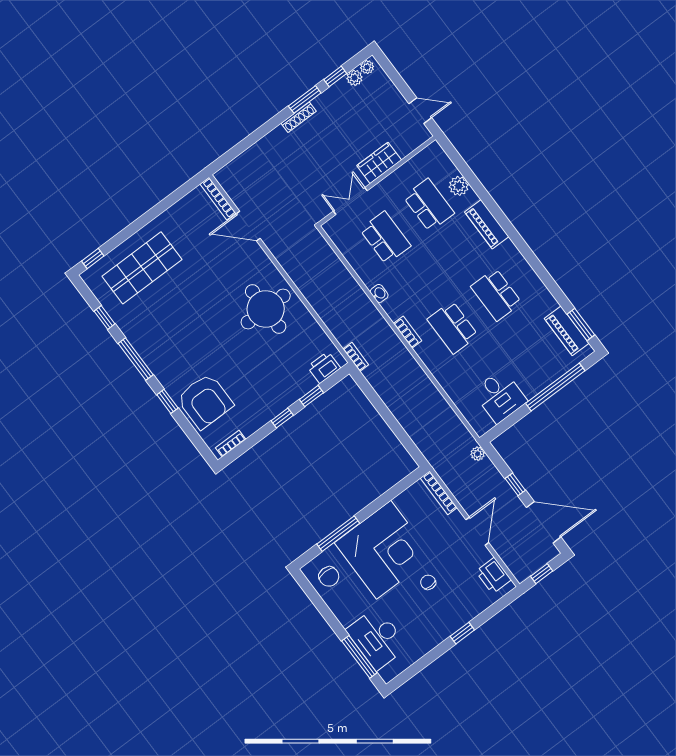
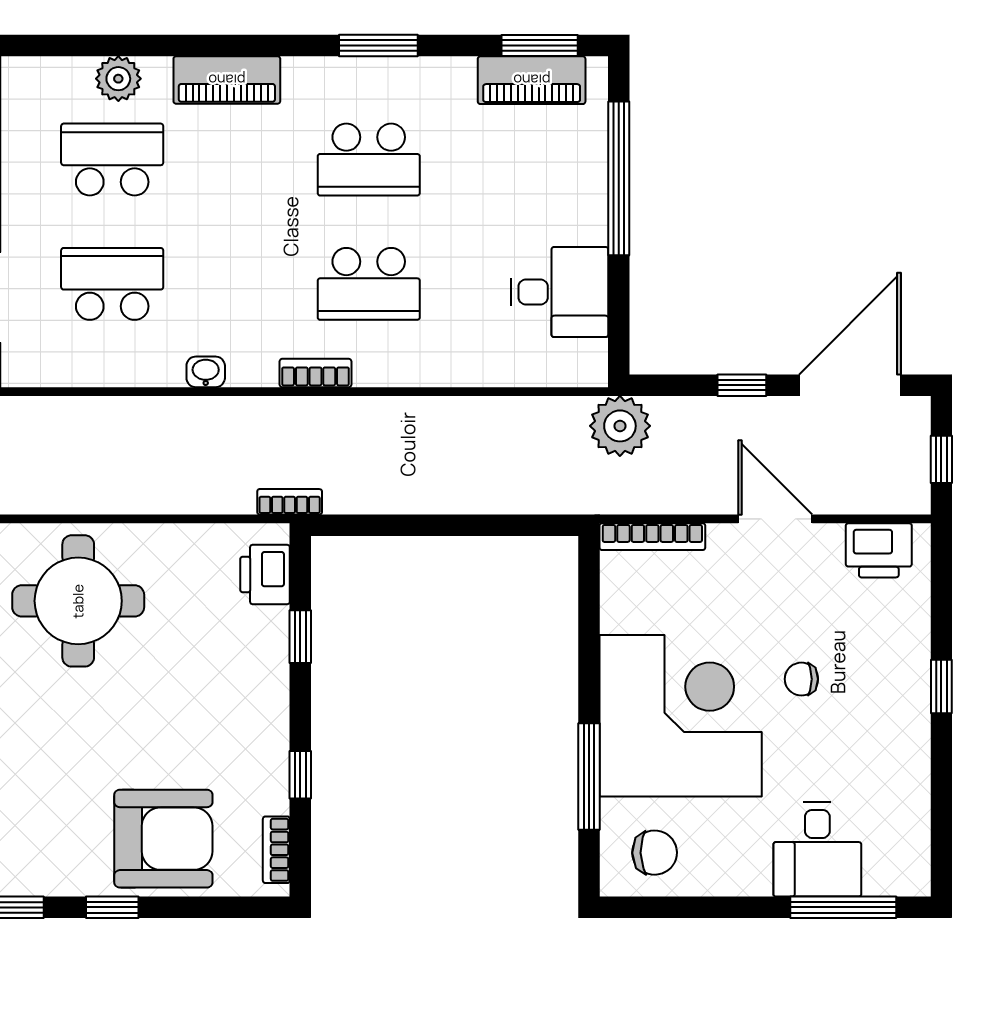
window: (539, 268) -> (378, 46), added
window: (282, 418) -> (300, 775), moved
plant: (478, 454) -> (620, 426), width x1.88, depth x1.88
desk: (377, 638) -> (817, 849), width x0.73

